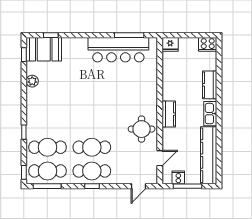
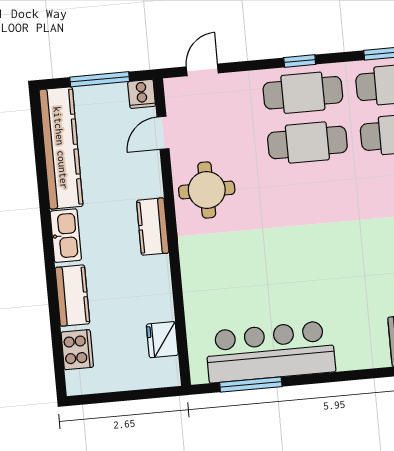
fridge: (170, 44) -> (162, 340), moved, turned -90
cooker: (208, 44) -> (77, 350), moved, turned 90
cooker: (178, 177) -> (142, 94), moved

